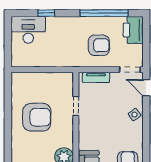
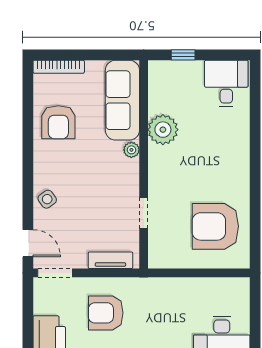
armchair: (37, 117) -> (215, 226), moved
plant: (83, 145) -> (131, 150), added

